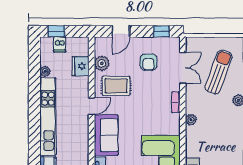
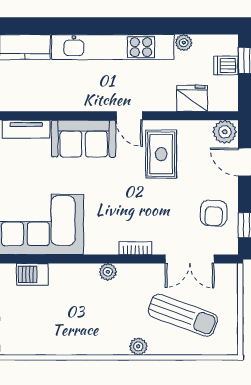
armchair: (149, 62) -> (214, 213), moved, turned -87
plant: (102, 63) -> (225, 132), moved

